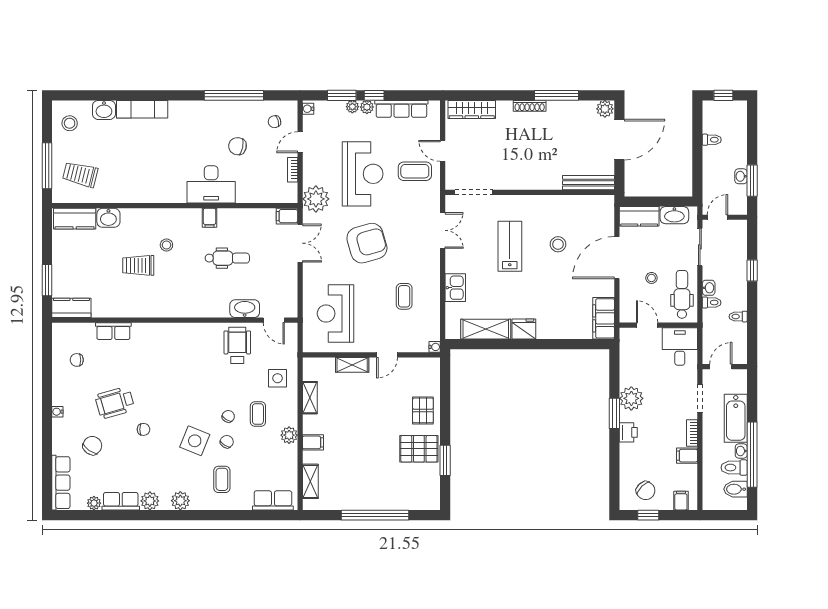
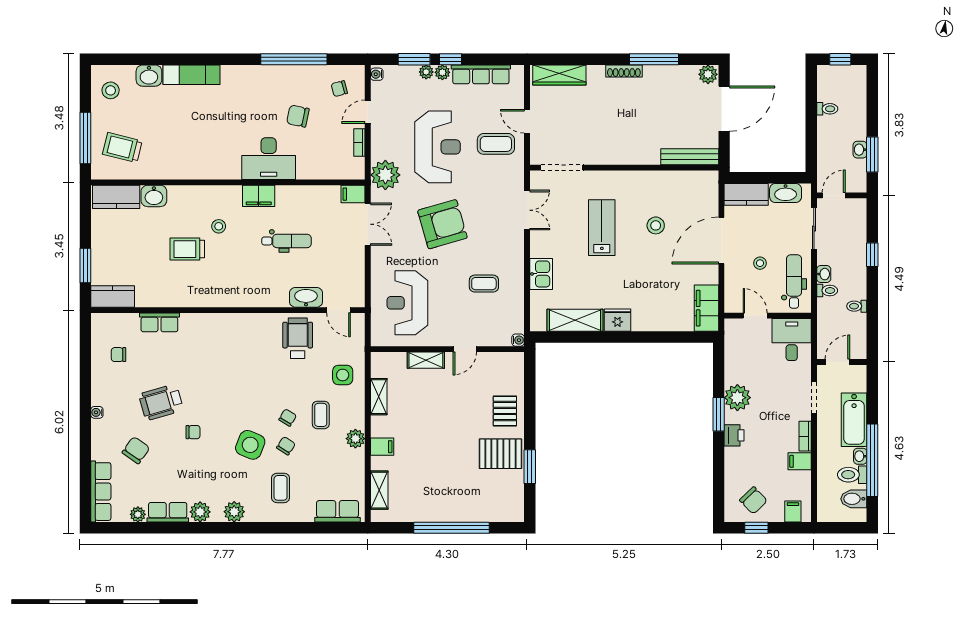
filing cabinet: (210, 218) -> (259, 196), width x2.00
coffee table: (404, 296) -> (484, 284), turned 90

